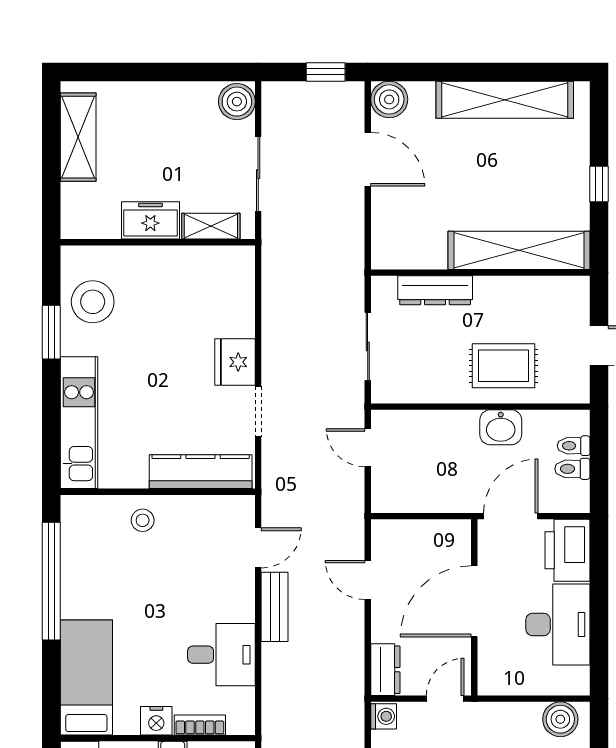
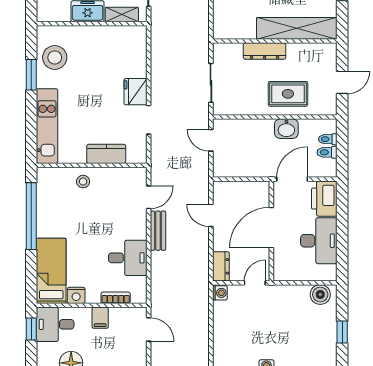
dresser: (435, 290) -> (265, 51), moved
kitchen counter: (201, 472) -> (106, 154), width x0.67
nightstand: (156, 721) -> (76, 295), moved

